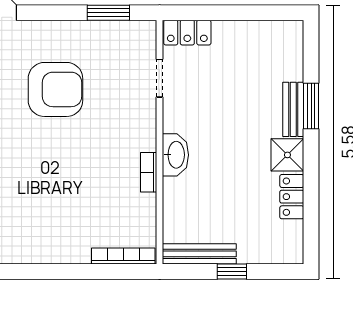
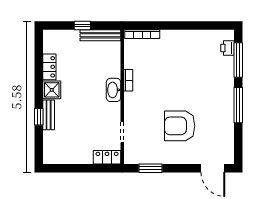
window: (311, 106) -> (39, 117), width x0.67

